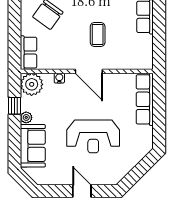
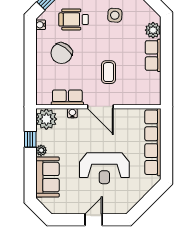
row of seats: (29, 53) -> (67, 97), moved, turned -90
row of seats: (145, 99) -> (153, 142), width x1.36
door: (82, 191) -> (94, 220), hinge flipped

